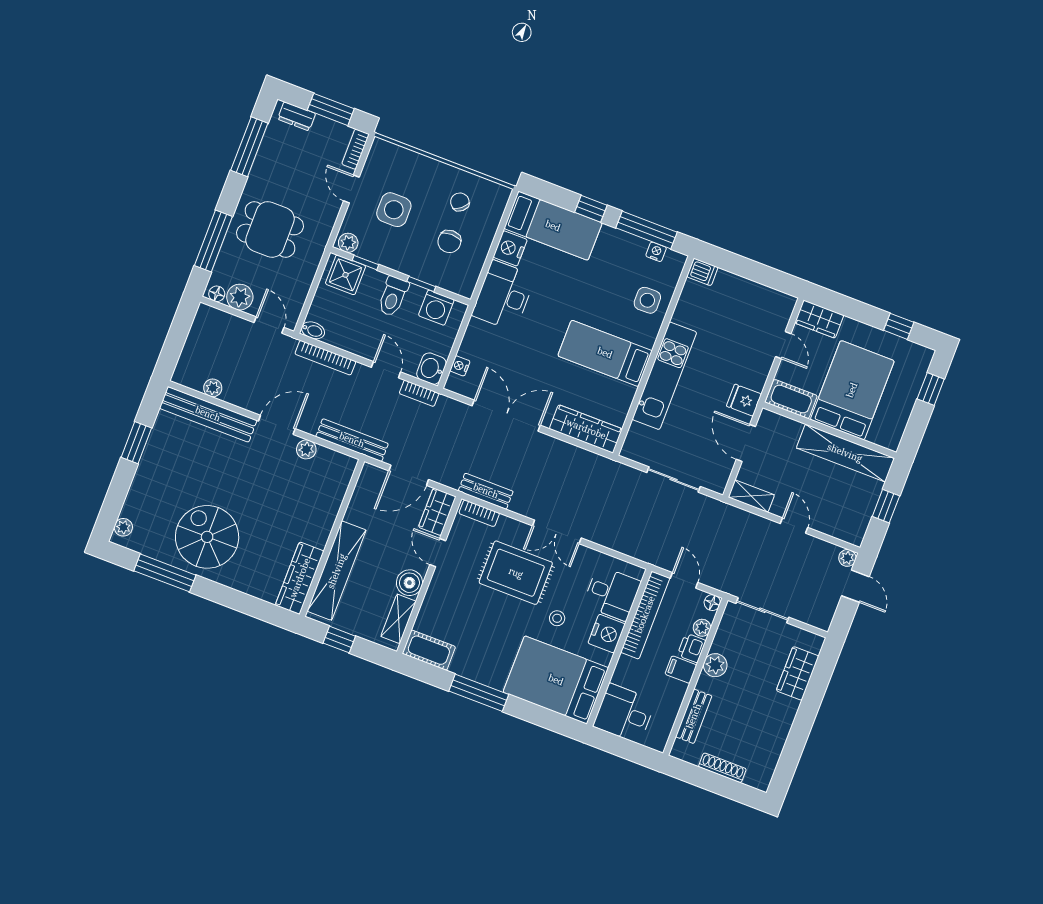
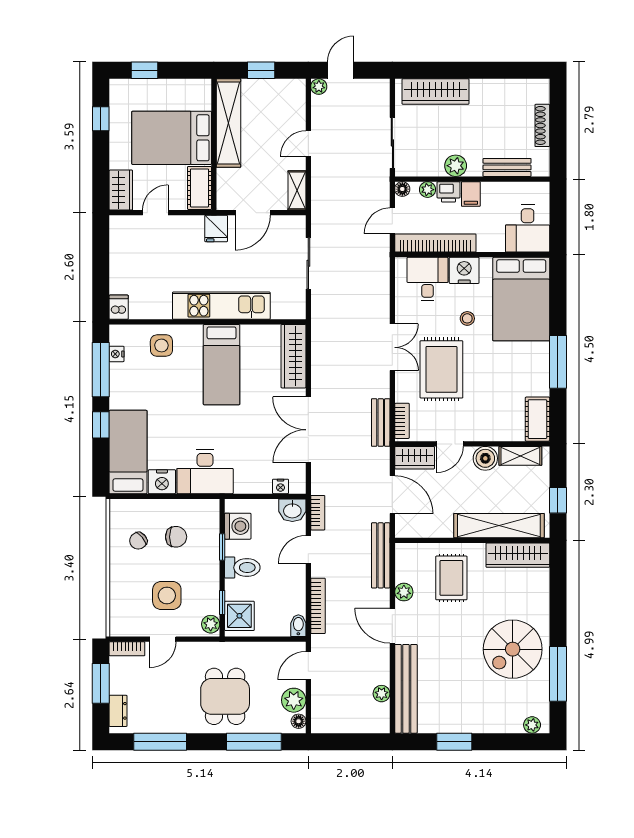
rug: (302, 503) -> (451, 578), added
wardrobe: (798, 673) -> (435, 92), width x1.50

